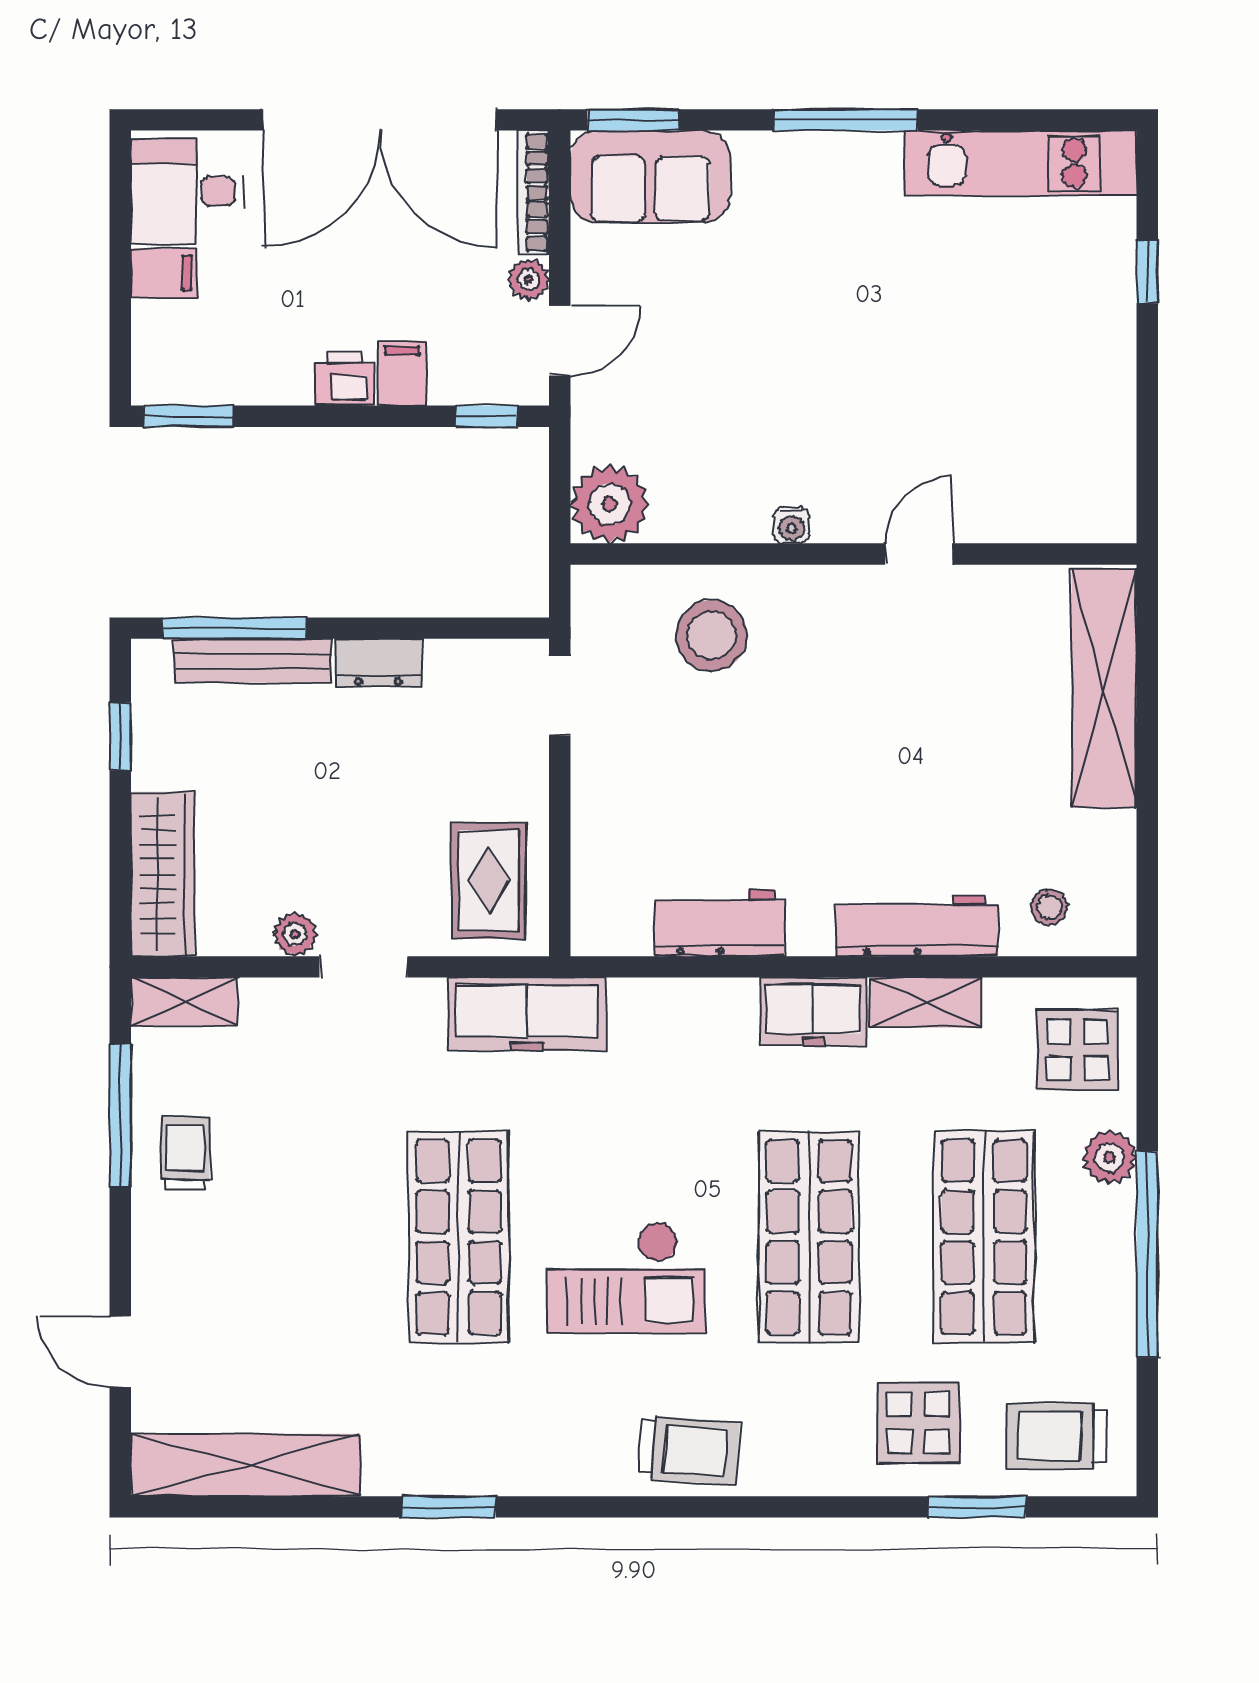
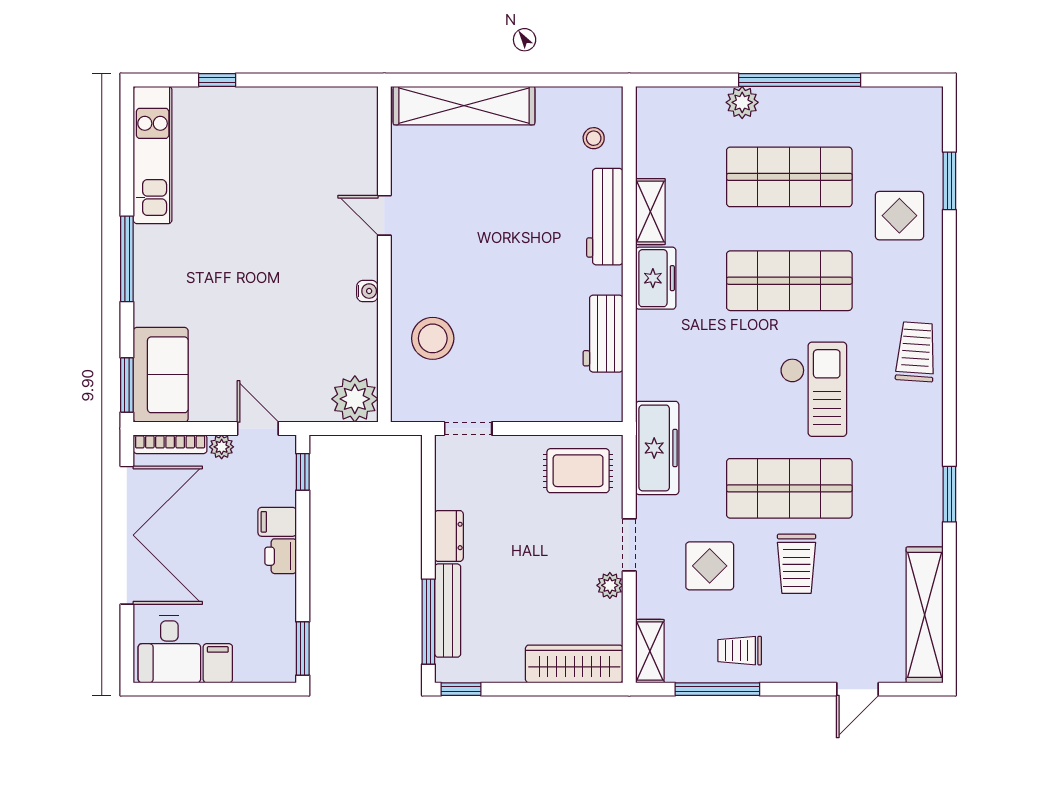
window: (120, 736) -> (461, 689), moved
display table: (1077, 1050) -> (710, 566), moved
trolley: (1057, 1436) -> (797, 564), moved

